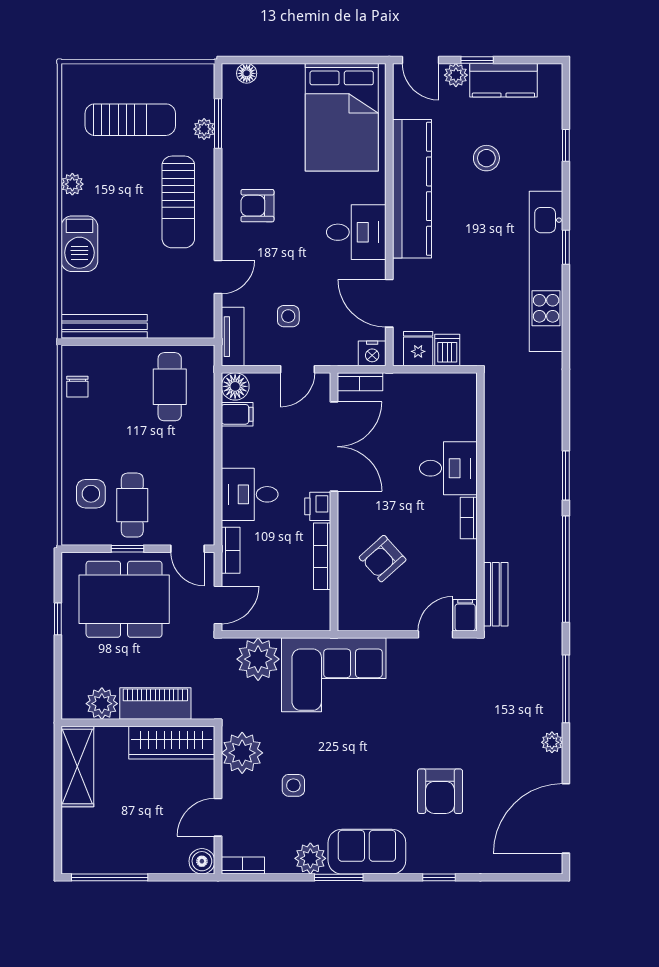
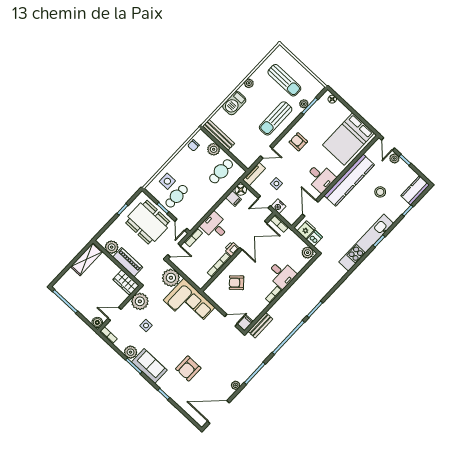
kitchen counter: (503, 80) -> (415, 190), moved, turned 90
nightstand: (372, 353) -> (278, 206), moved
plant: (120, 360) -> (214, 149), added
plant: (459, 387) -> (308, 253), added
wardrobe: (172, 743) -> (126, 283), width x0.67

